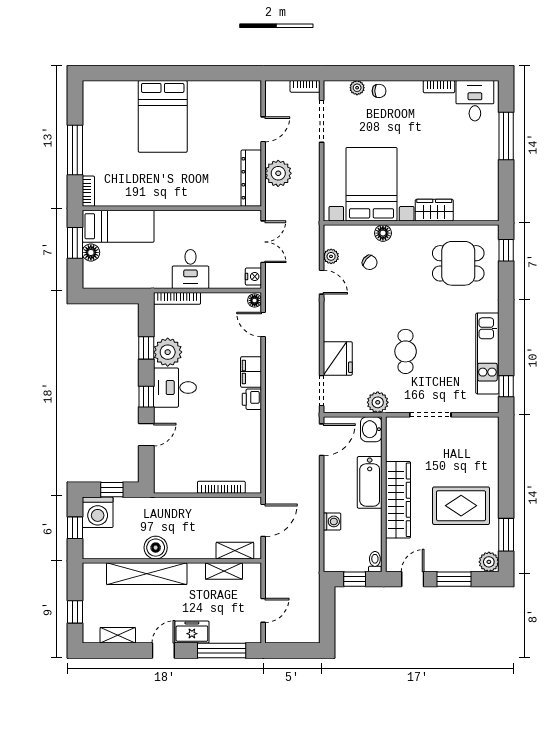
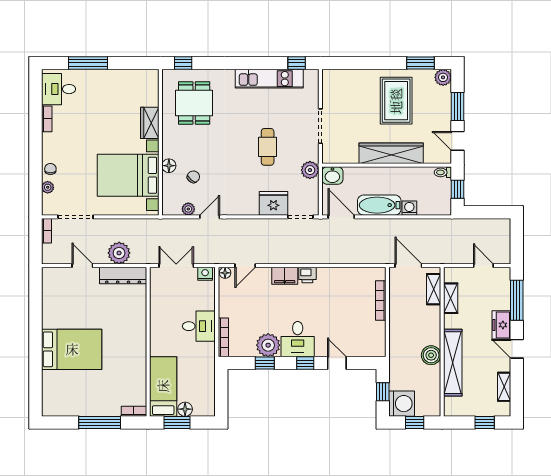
cafe table: (406, 351) -> (268, 147), turned 90
bathtub: (370, 482) -> (379, 205), moved, turned 180

